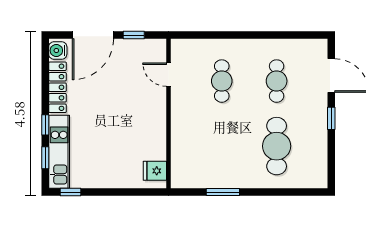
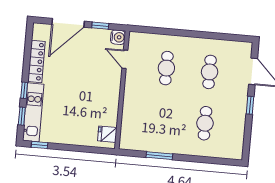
water cooler: (58, 50) -> (118, 37), moved, turned 180
cafe table: (277, 146) -> (205, 123), width x0.73, depth x0.74

